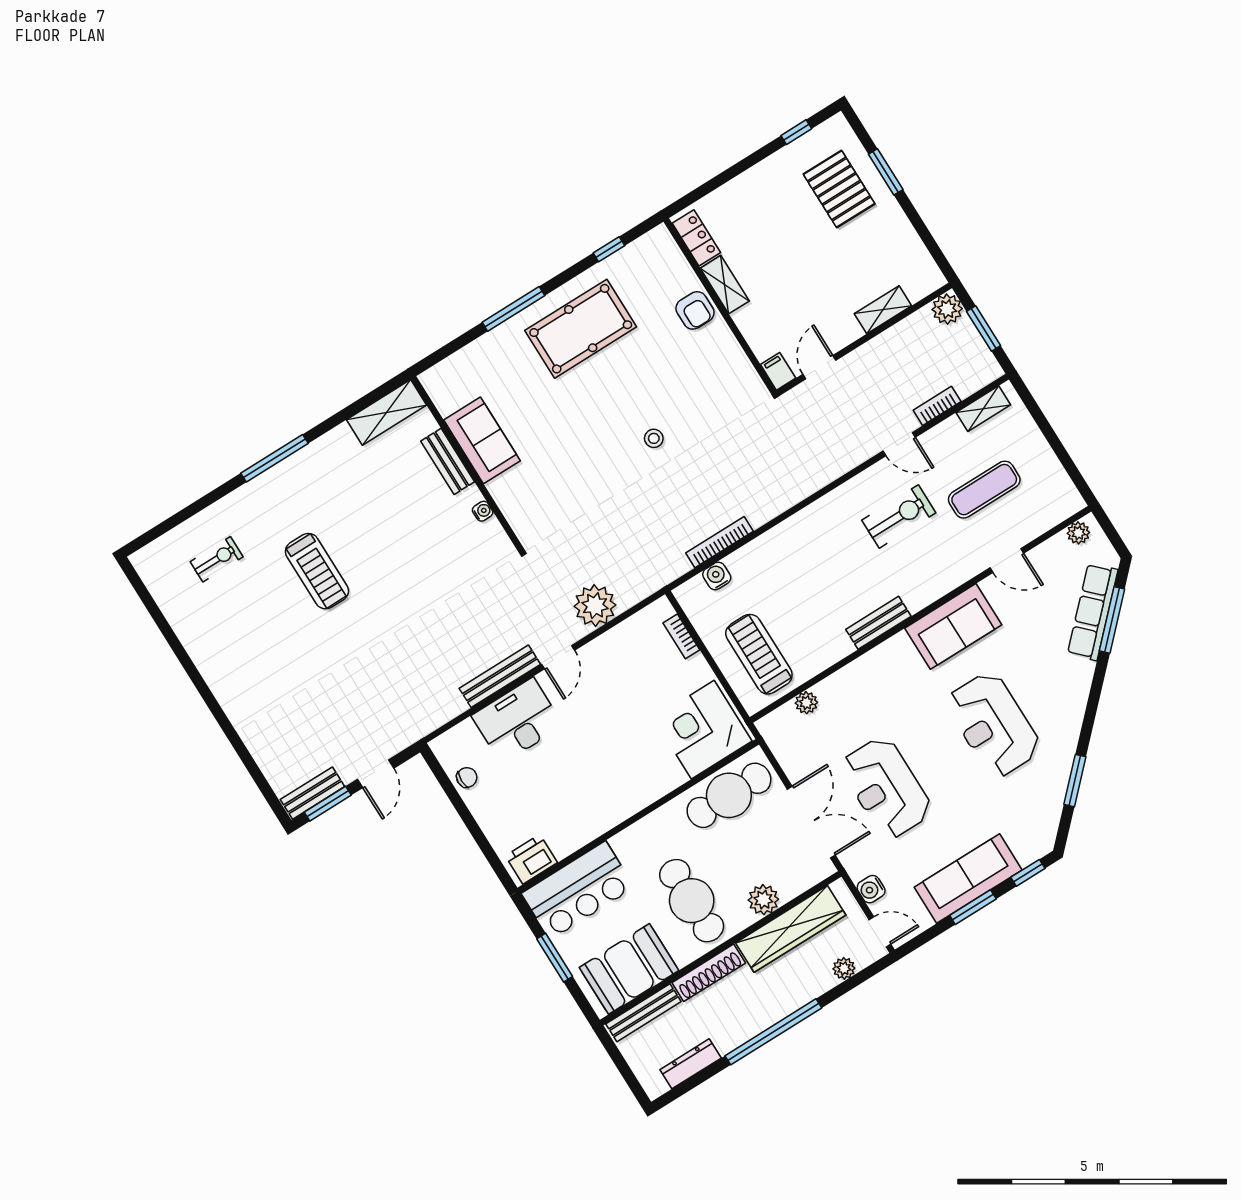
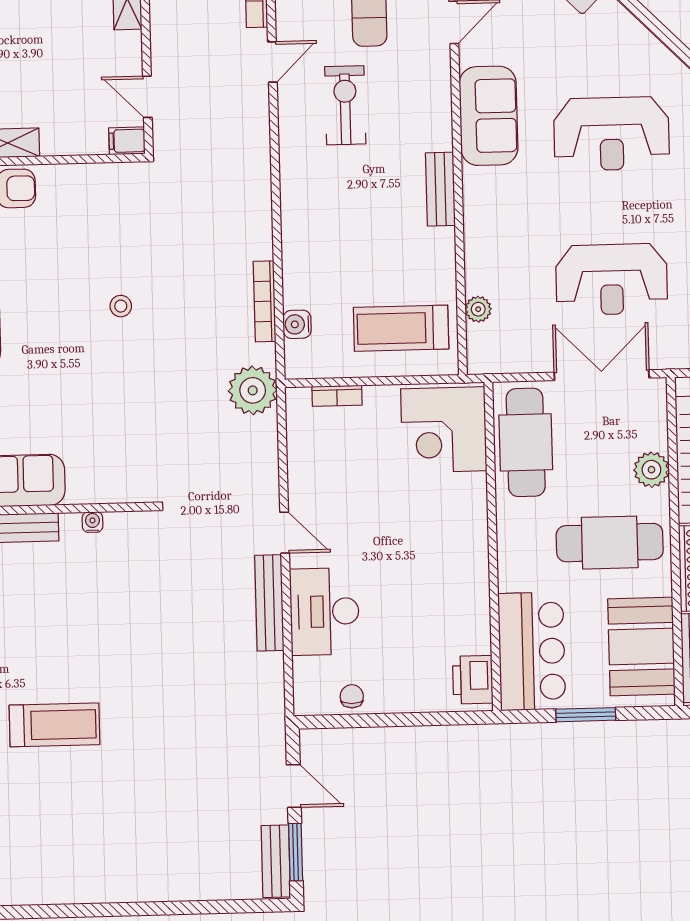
plant: (595, 606) -> (253, 390), moved

